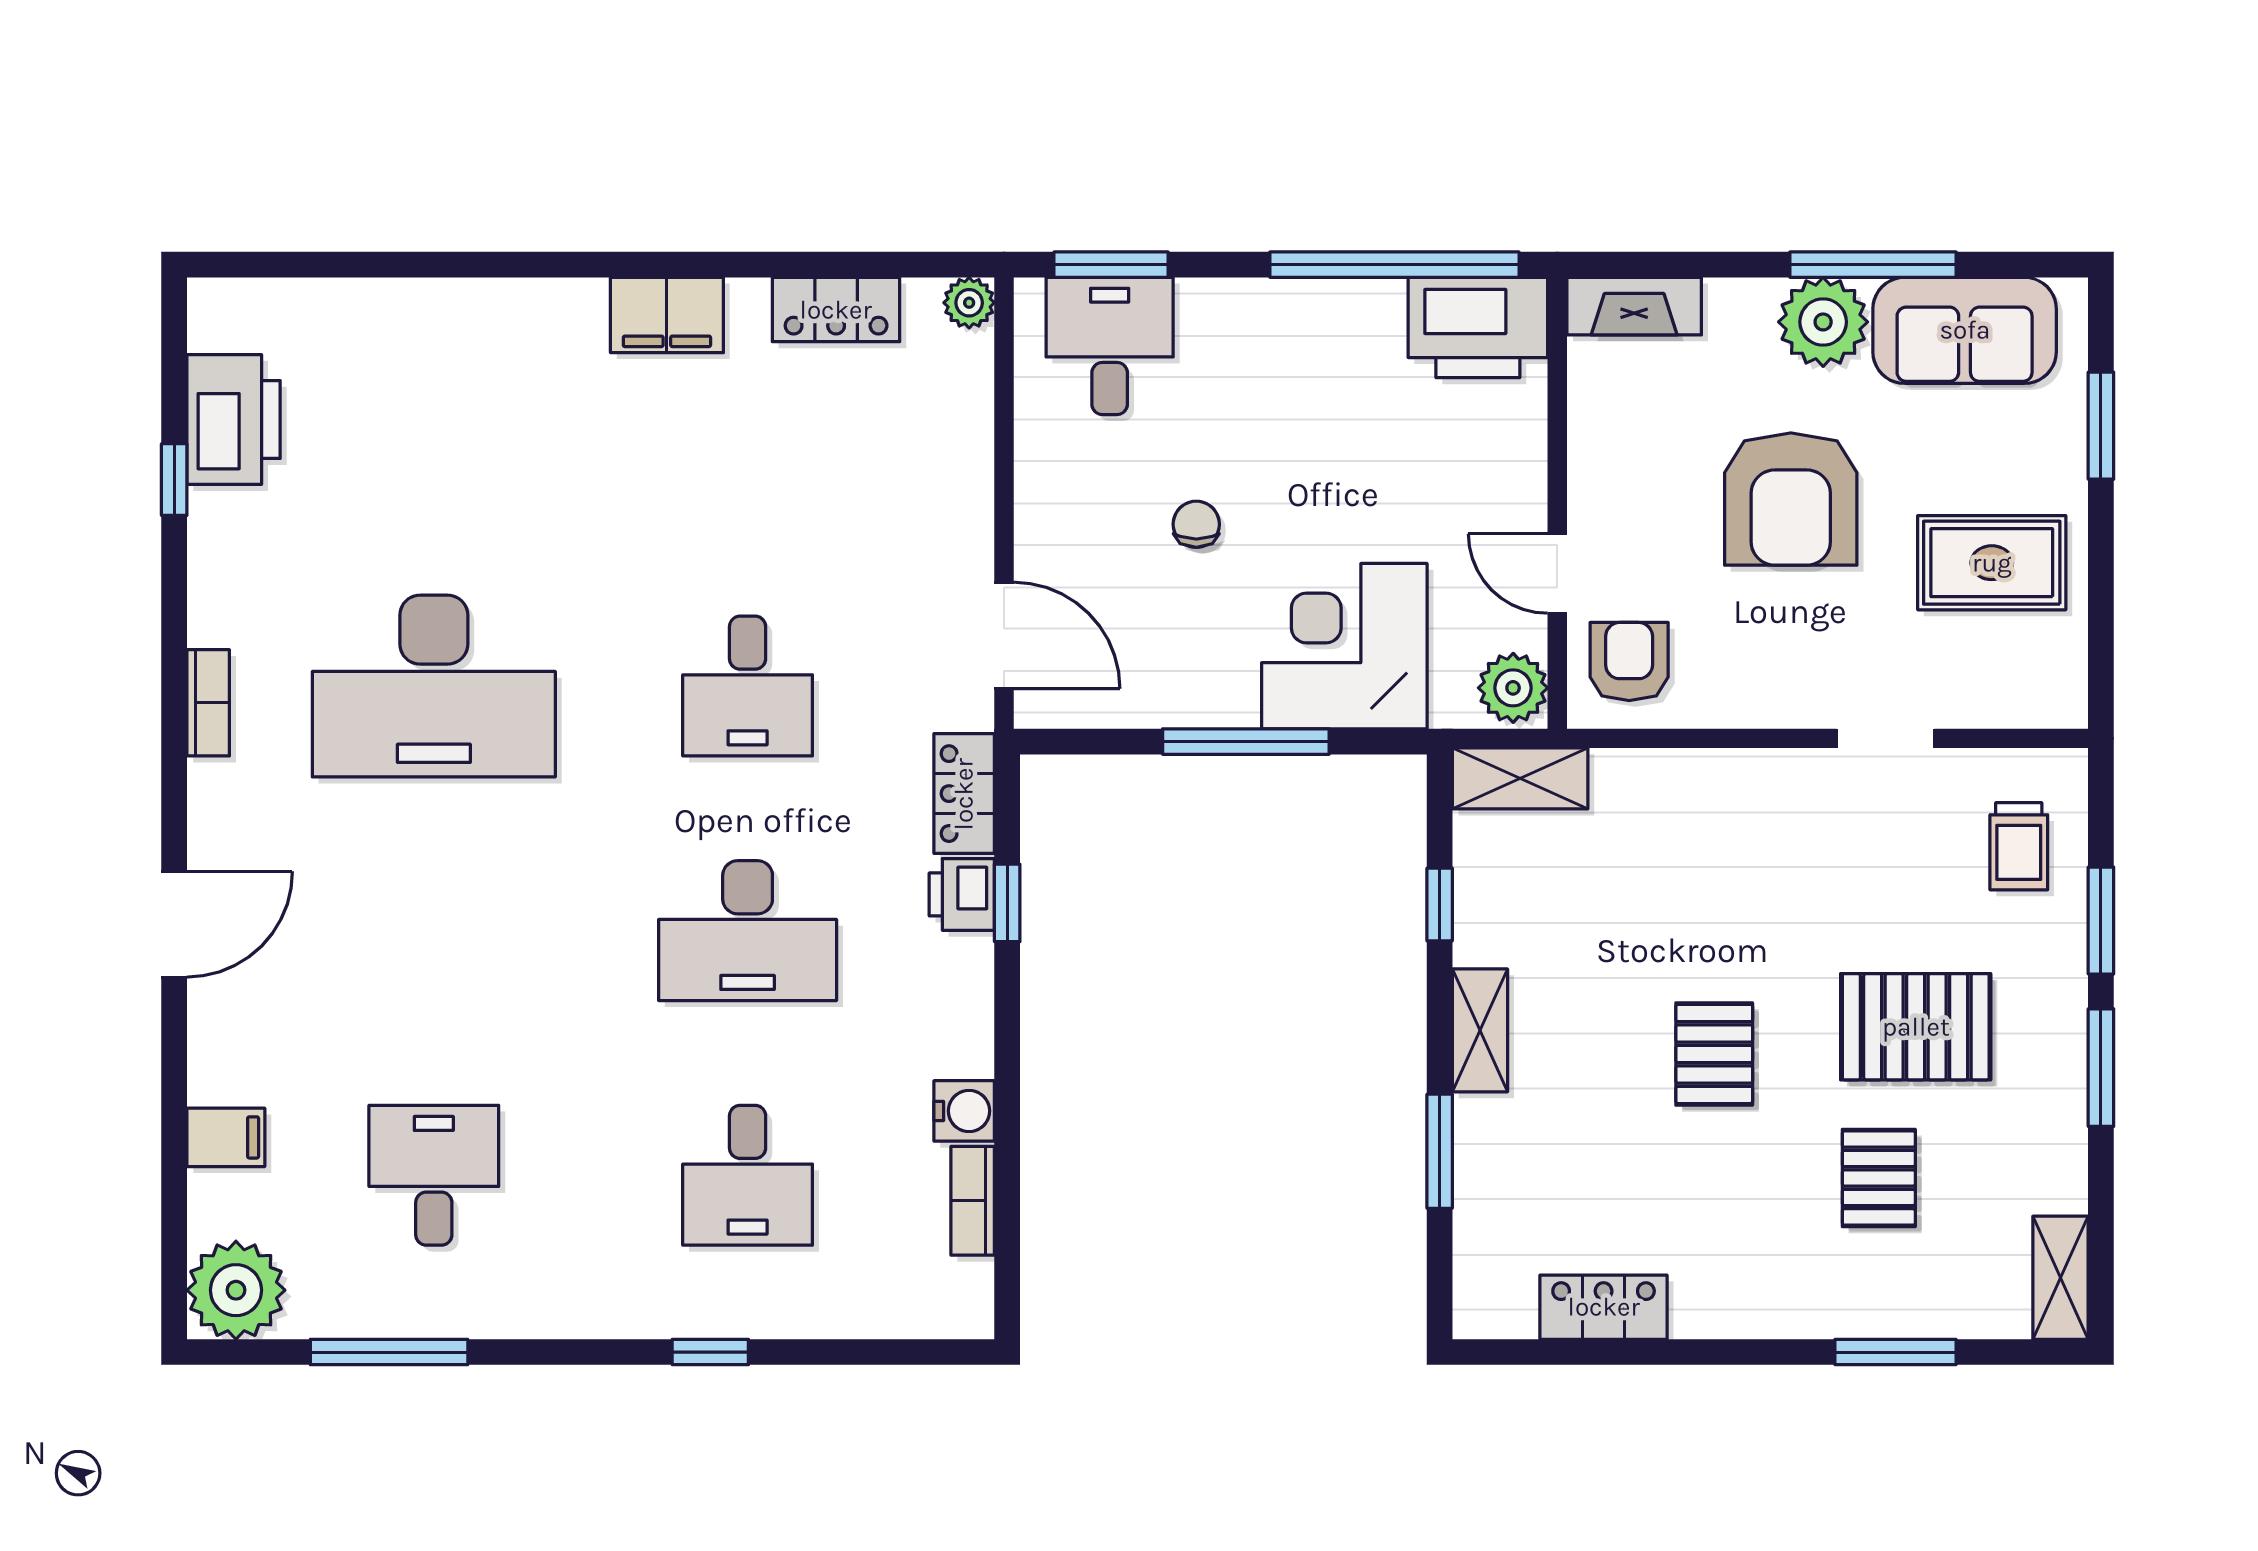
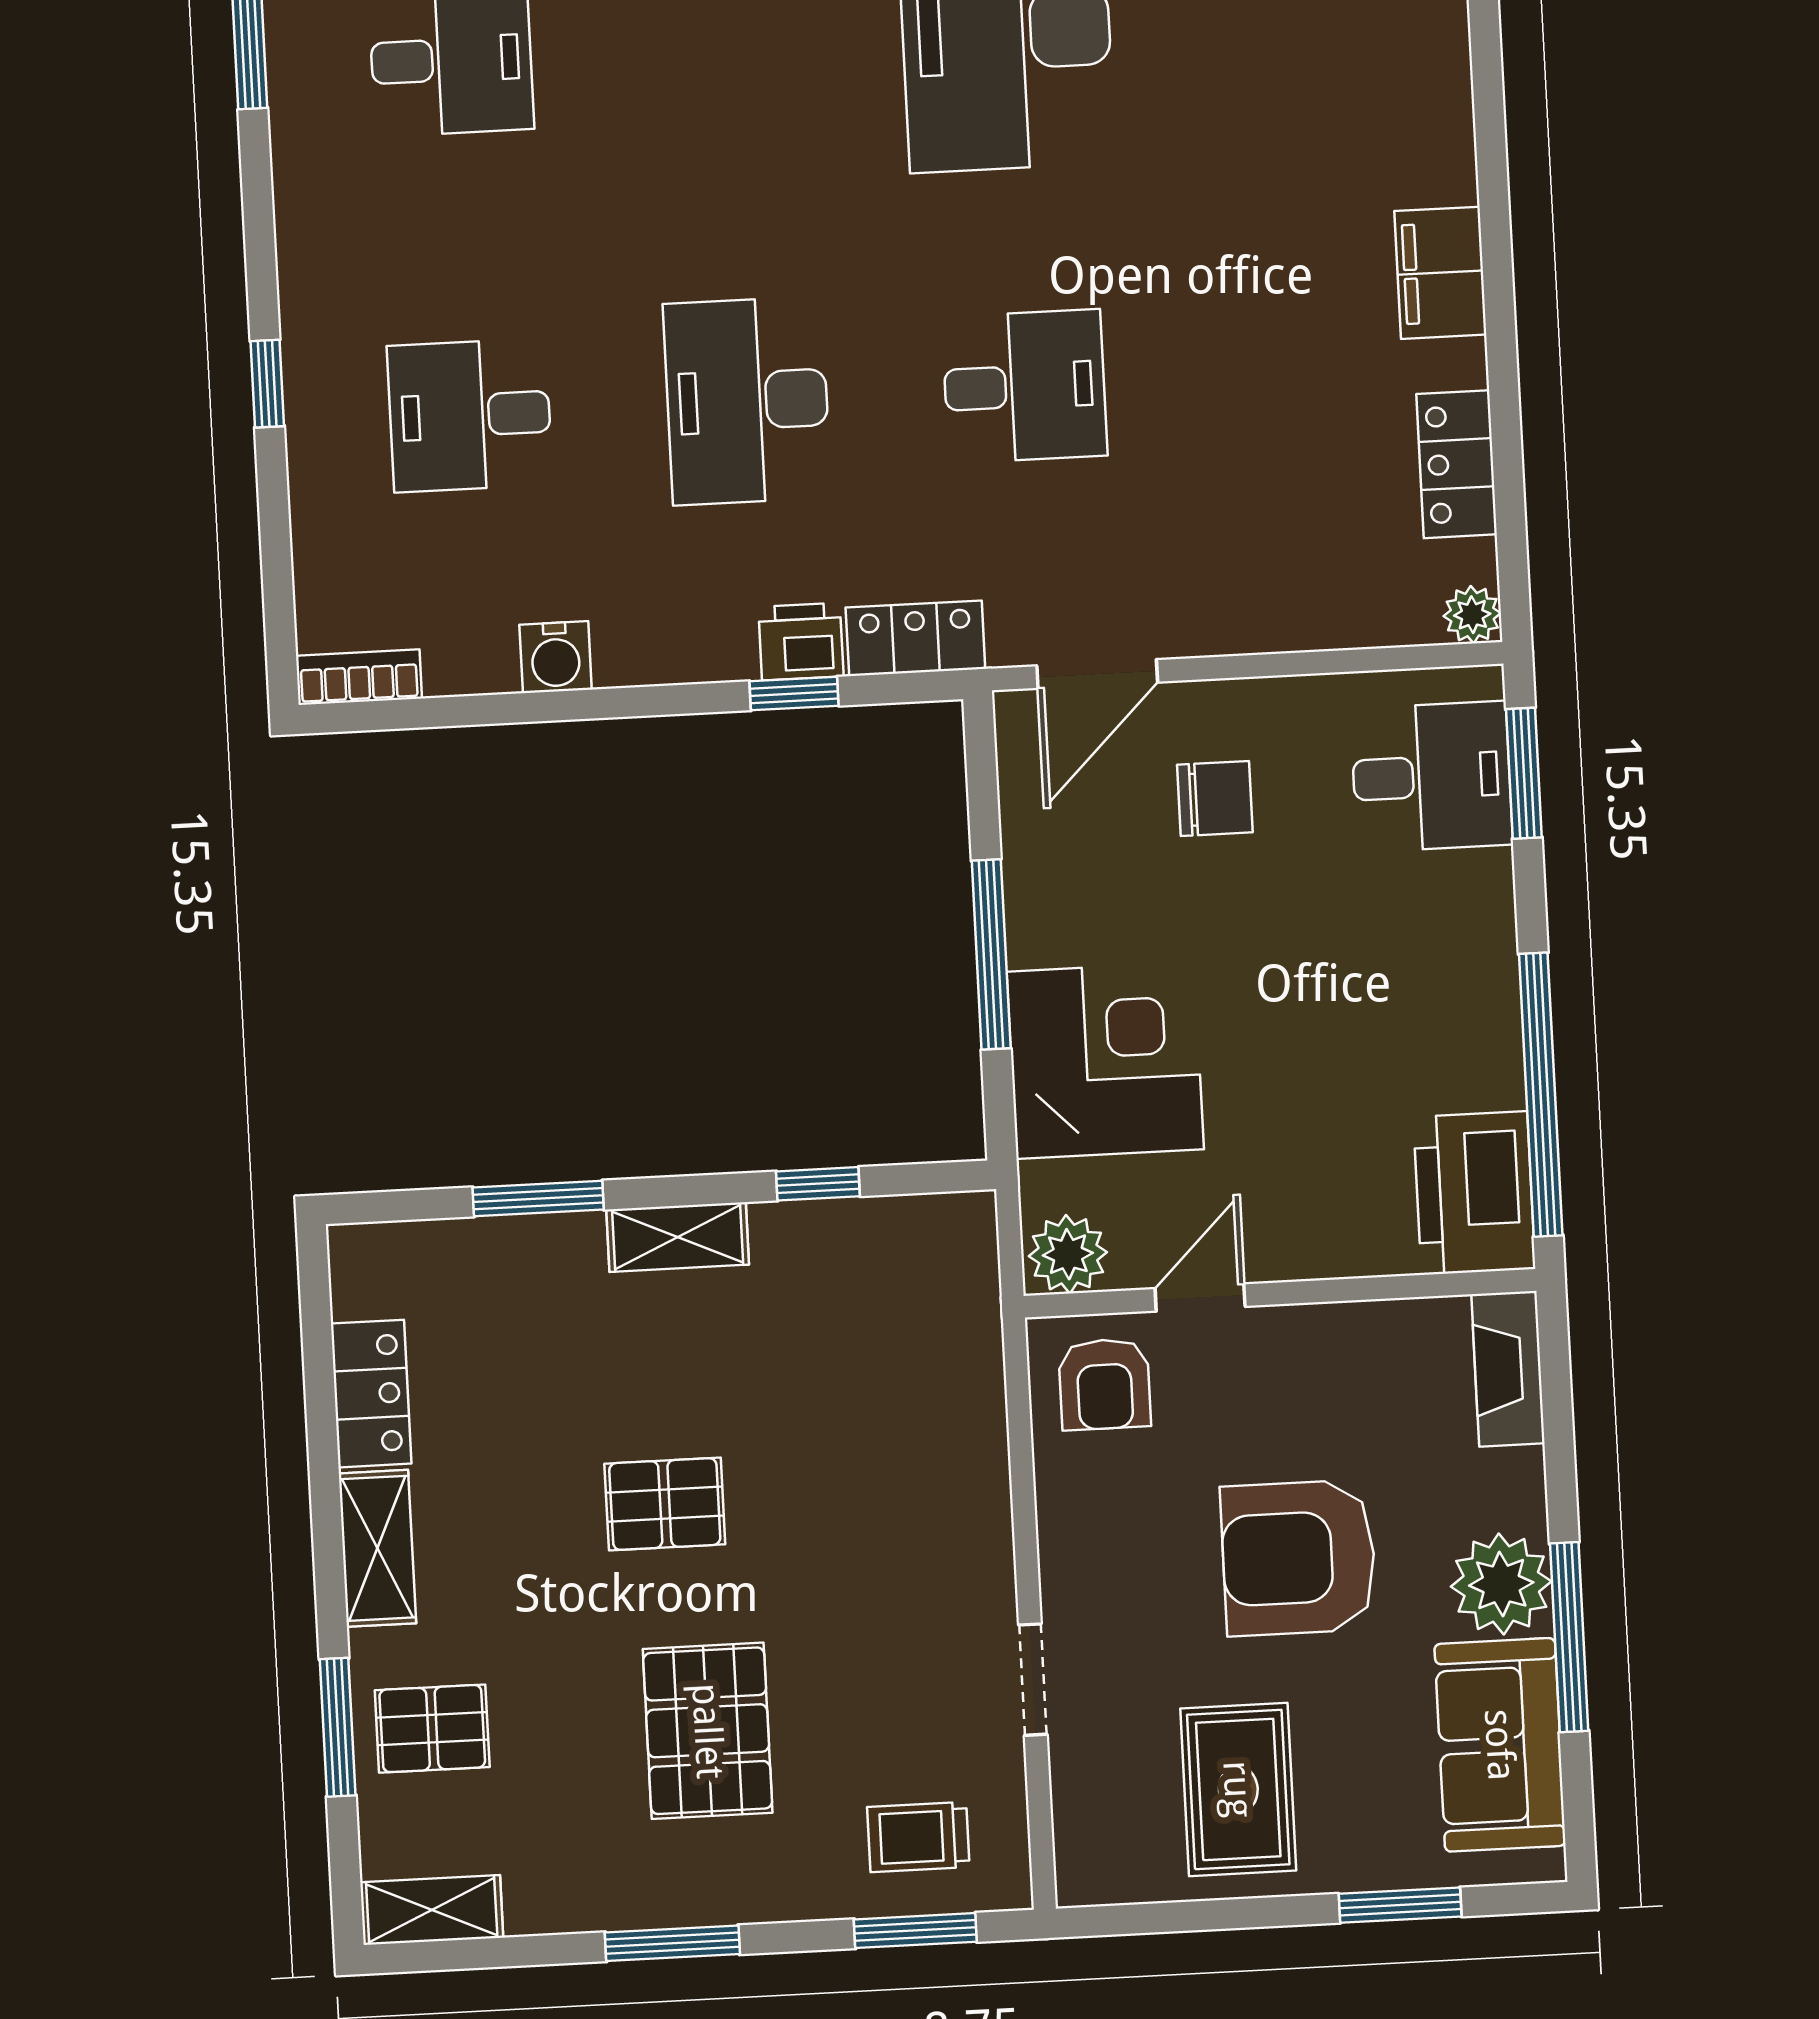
chair: (1196, 524) -> (1215, 798), moved, width x1.37, depth x1.37
armchair: (1629, 662) -> (1105, 1384), turned 90
desk: (748, 686) -> (1025, 386), turned 180
shelving: (1520, 778) -> (377, 1548), moved
window: (2101, 921) -> (915, 1931), moved
pallet: (1879, 1178) -> (432, 1729), moved
bookcase: (973, 1201) -> (359, 677), moved

